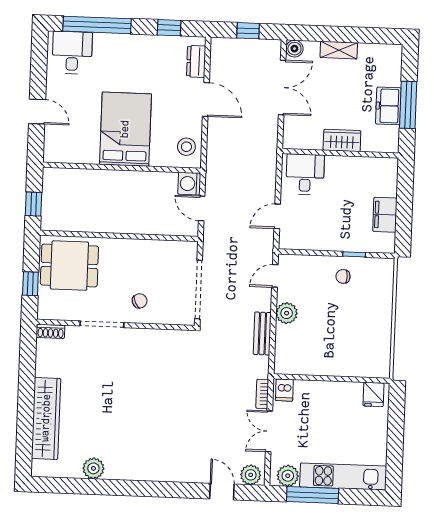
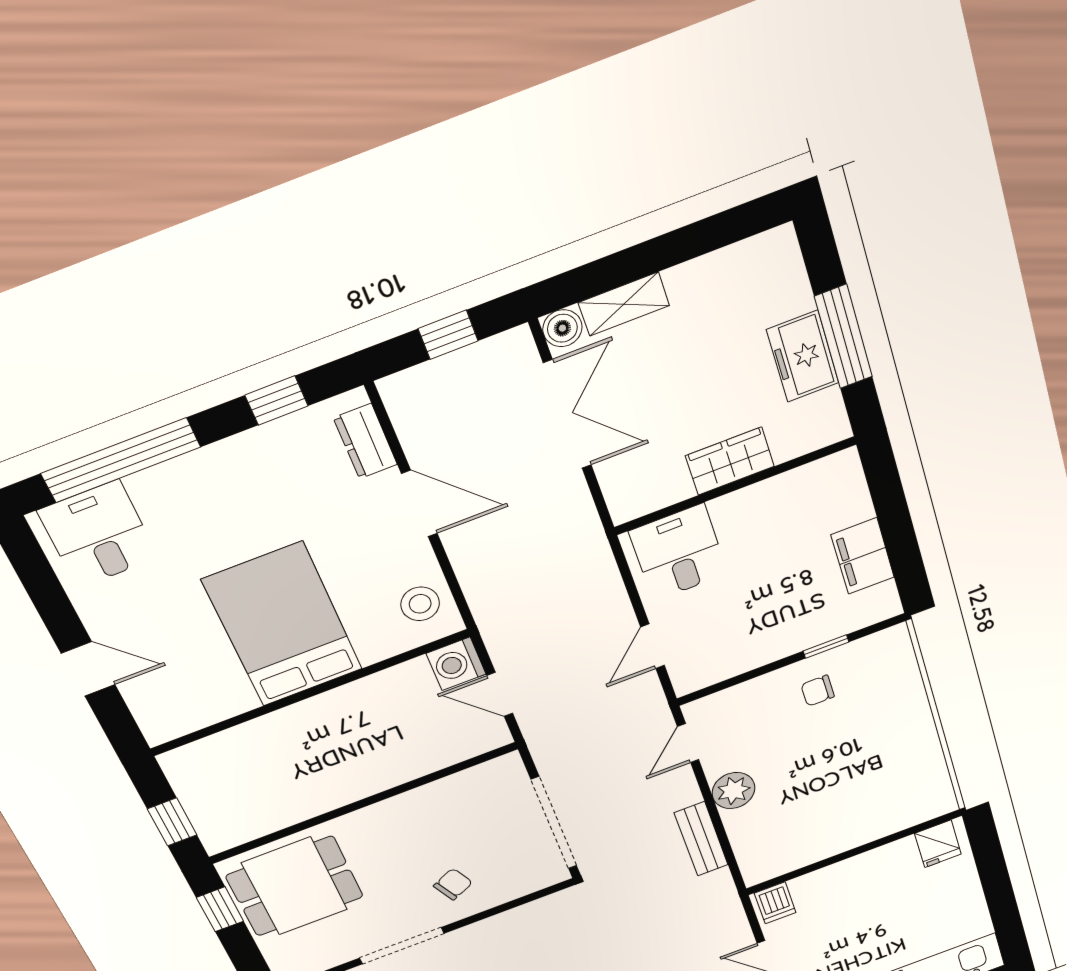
shelving: (339, 50) -> (624, 304), moved
window: (30, 284) -> (220, 909), moved
bookcase: (262, 394) -> (738, 924), removed

